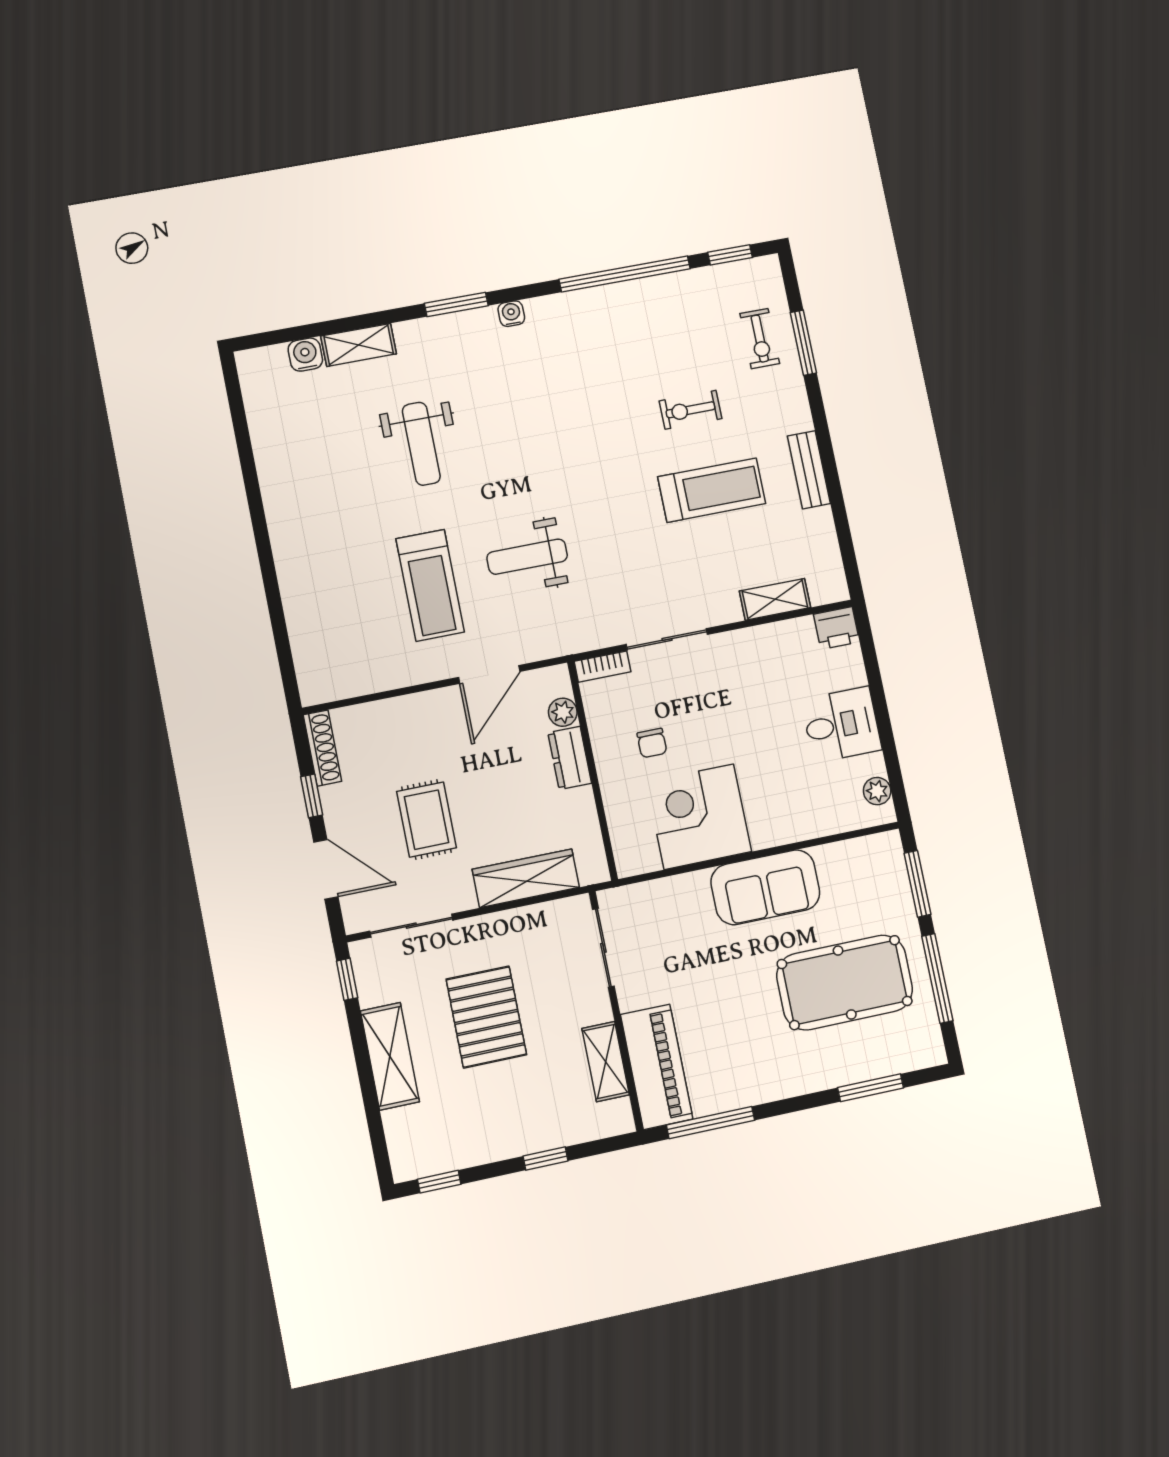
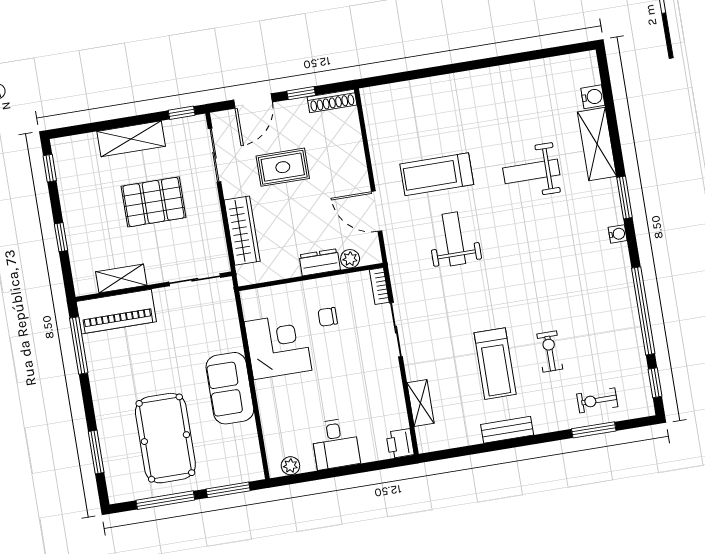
shelving: (359, 345) -> (597, 144), width x1.50, depth x1.33

